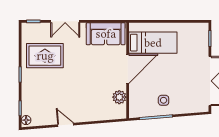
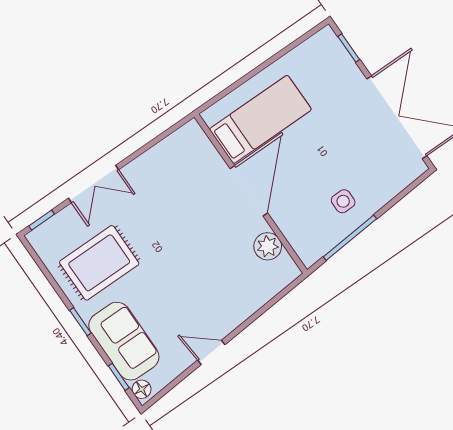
sofa: (106, 34) -> (124, 341), moved, turned -90

